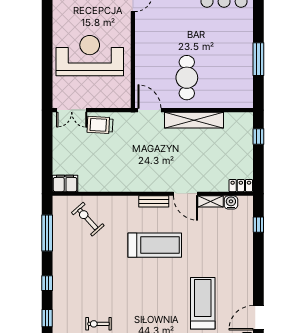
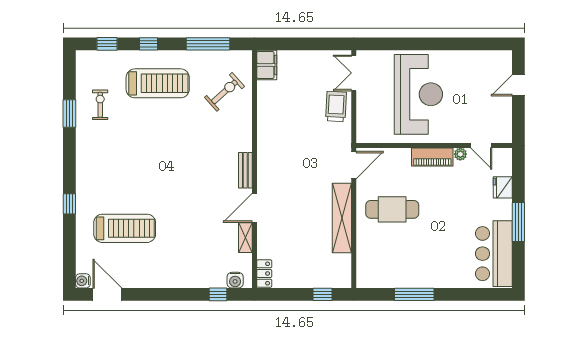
plant: (140, 20) -> (460, 154), added
piano: (143, 44) -> (432, 157), added
water cooler: (231, 202) -> (235, 280), moved, turned 90
treadmill: (155, 245) -> (158, 83), moved, turned -90

